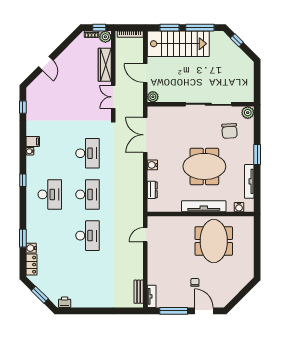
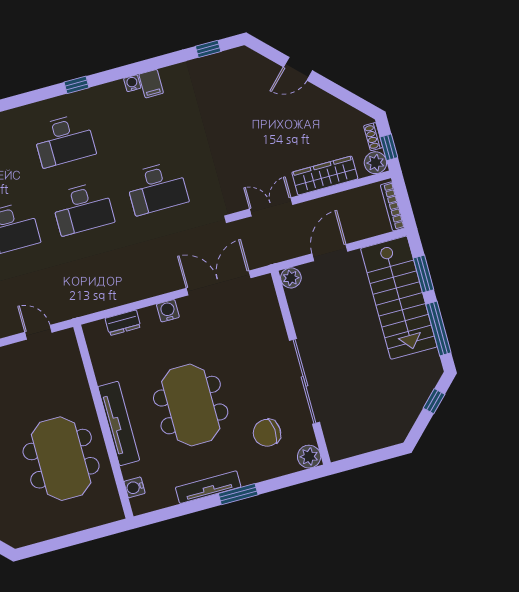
tv unit: (249, 181) -> (208, 487), moved
meeting table: (214, 241) -> (61, 459), turned 90

